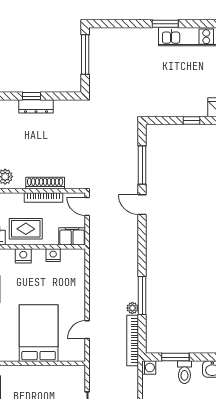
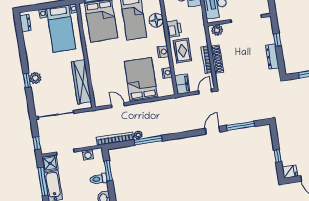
dresser: (36, 106) -> (272, 57), moved
bed: (39, 333) -> (141, 80), moved, turned -90
washing machine: (149, 368) -> (88, 155), moved
wardrobe: (47, 375) -> (81, 82), added

